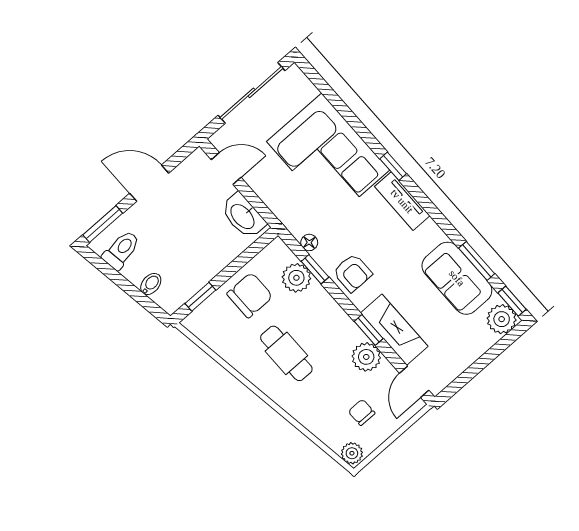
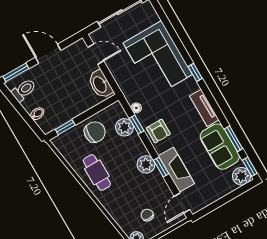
tv unit: (402, 201) -> (204, 108), moved
cafe table: (286, 353) -> (97, 172), moved
plant: (366, 357) -> (146, 164), moved

